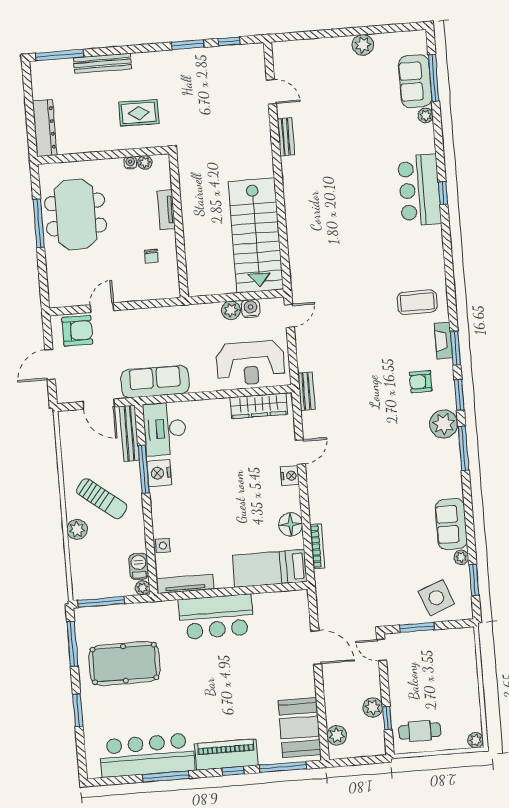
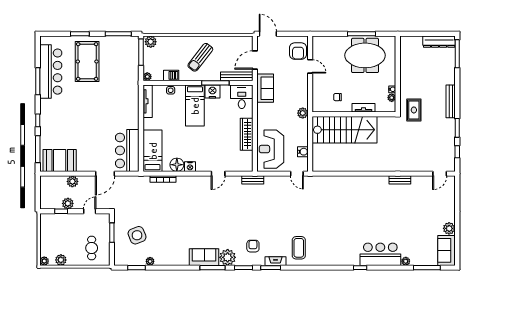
bench: (102, 63) -> (451, 101), moved
sofa: (415, 81) -> (447, 250), moved, turned -90
door: (271, 92) -> (440, 174), moved
rug: (139, 113) -> (414, 110), moved
dresser: (45, 128) -> (439, 42), moved
bar counter: (419, 190) -> (380, 254), moved
stairs: (256, 235) -> (345, 130), moved, turned 180
plant: (231, 310) -> (303, 113), moved
door: (50, 364) -> (268, 34), moved
sofa: (155, 382) -> (265, 88), width x0.73
wardrobe: (259, 406) -> (247, 134), moved
desk: (165, 429) -> (242, 97), width x0.73
door: (300, 452) -> (218, 174), hinge flipped
nightstand: (290, 476) -> (190, 167), moved
bed: (186, 501) -> (195, 106), added
sofa: (451, 524) -> (204, 257), moved
plant: (77, 529) -> (151, 42), moved
barbecue: (139, 566) -> (171, 75), moved
side table: (436, 598) -> (137, 235), moved
bar counter: (216, 617) -> (127, 150), moved
door: (382, 650) -> (90, 211), moved
pool table: (124, 663) -> (87, 62), moved
plant: (471, 712) -> (61, 260), added
cafe table: (420, 731) -> (92, 248), moved
plant: (337, 735) -> (72, 181), moved
piano: (226, 754) -> (48, 117), removed

